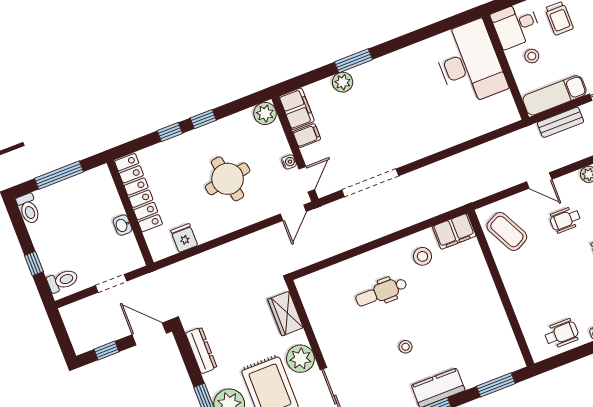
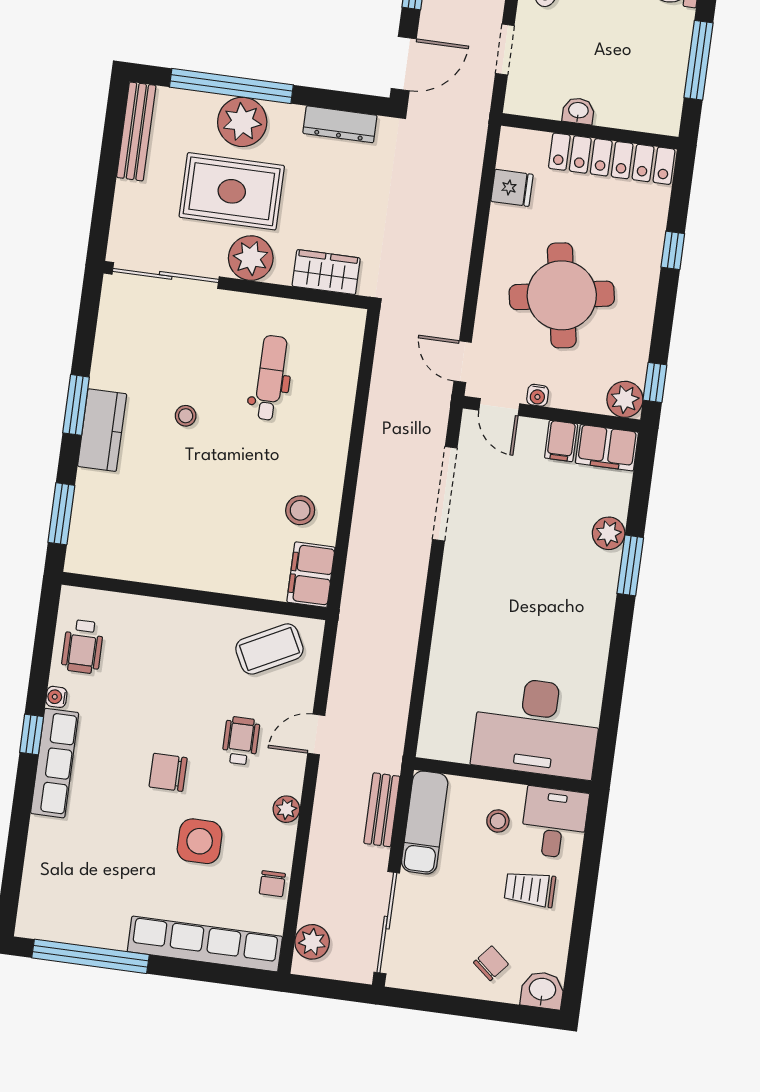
window: (203, 119) -> (655, 382), moved
round table: (228, 179) -> (562, 295), width x1.36, depth x1.36
dental chair: (381, 292) -> (270, 378), moved

